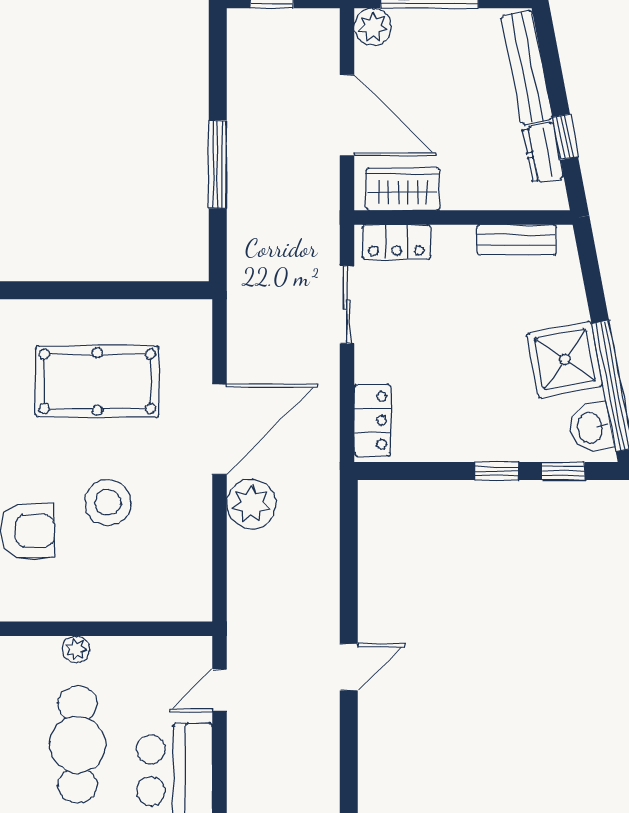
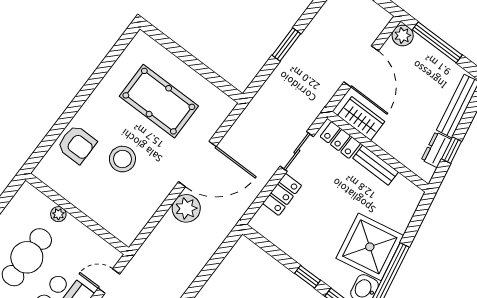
window: (218, 164) -> (286, 45), width x0.69
bench: (517, 240) -> (376, 165), moved
shower: (565, 360) -> (370, 247), width x1.37, depth x1.37
locker: (372, 420) -> (282, 194), moved

